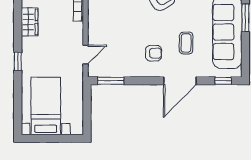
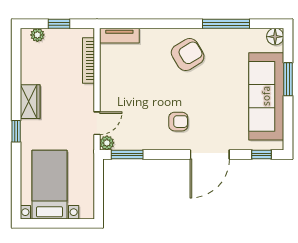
wardrobe: (30, 22) -> (30, 102), moved
coffee table: (186, 43) -> (217, 109), removed
plant: (94, 71) -> (107, 143), added

